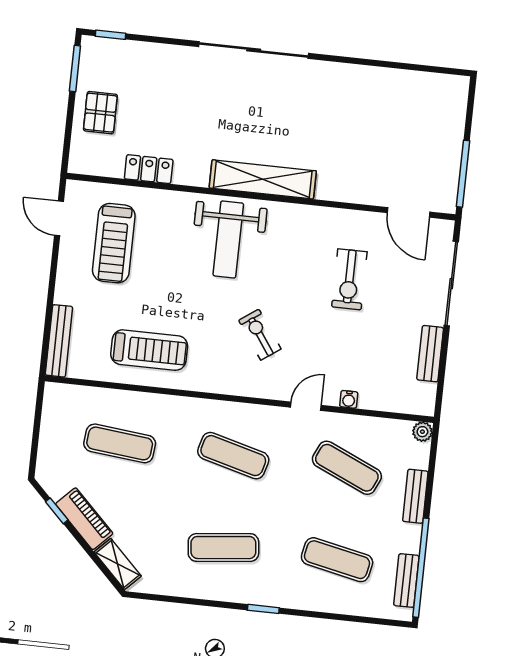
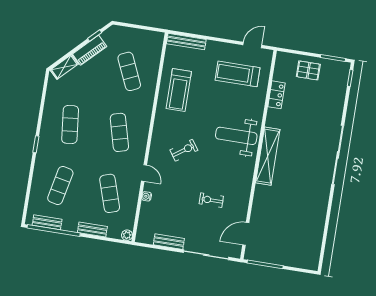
exercise bike: (349, 279) -> (211, 200), width x0.73, depth x0.72
exercise mat: (120, 443) -> (129, 71), turned -30
exercise mat: (233, 456) -> (119, 132), turned -30
exercise mat: (347, 468) -> (110, 193), turned -42

